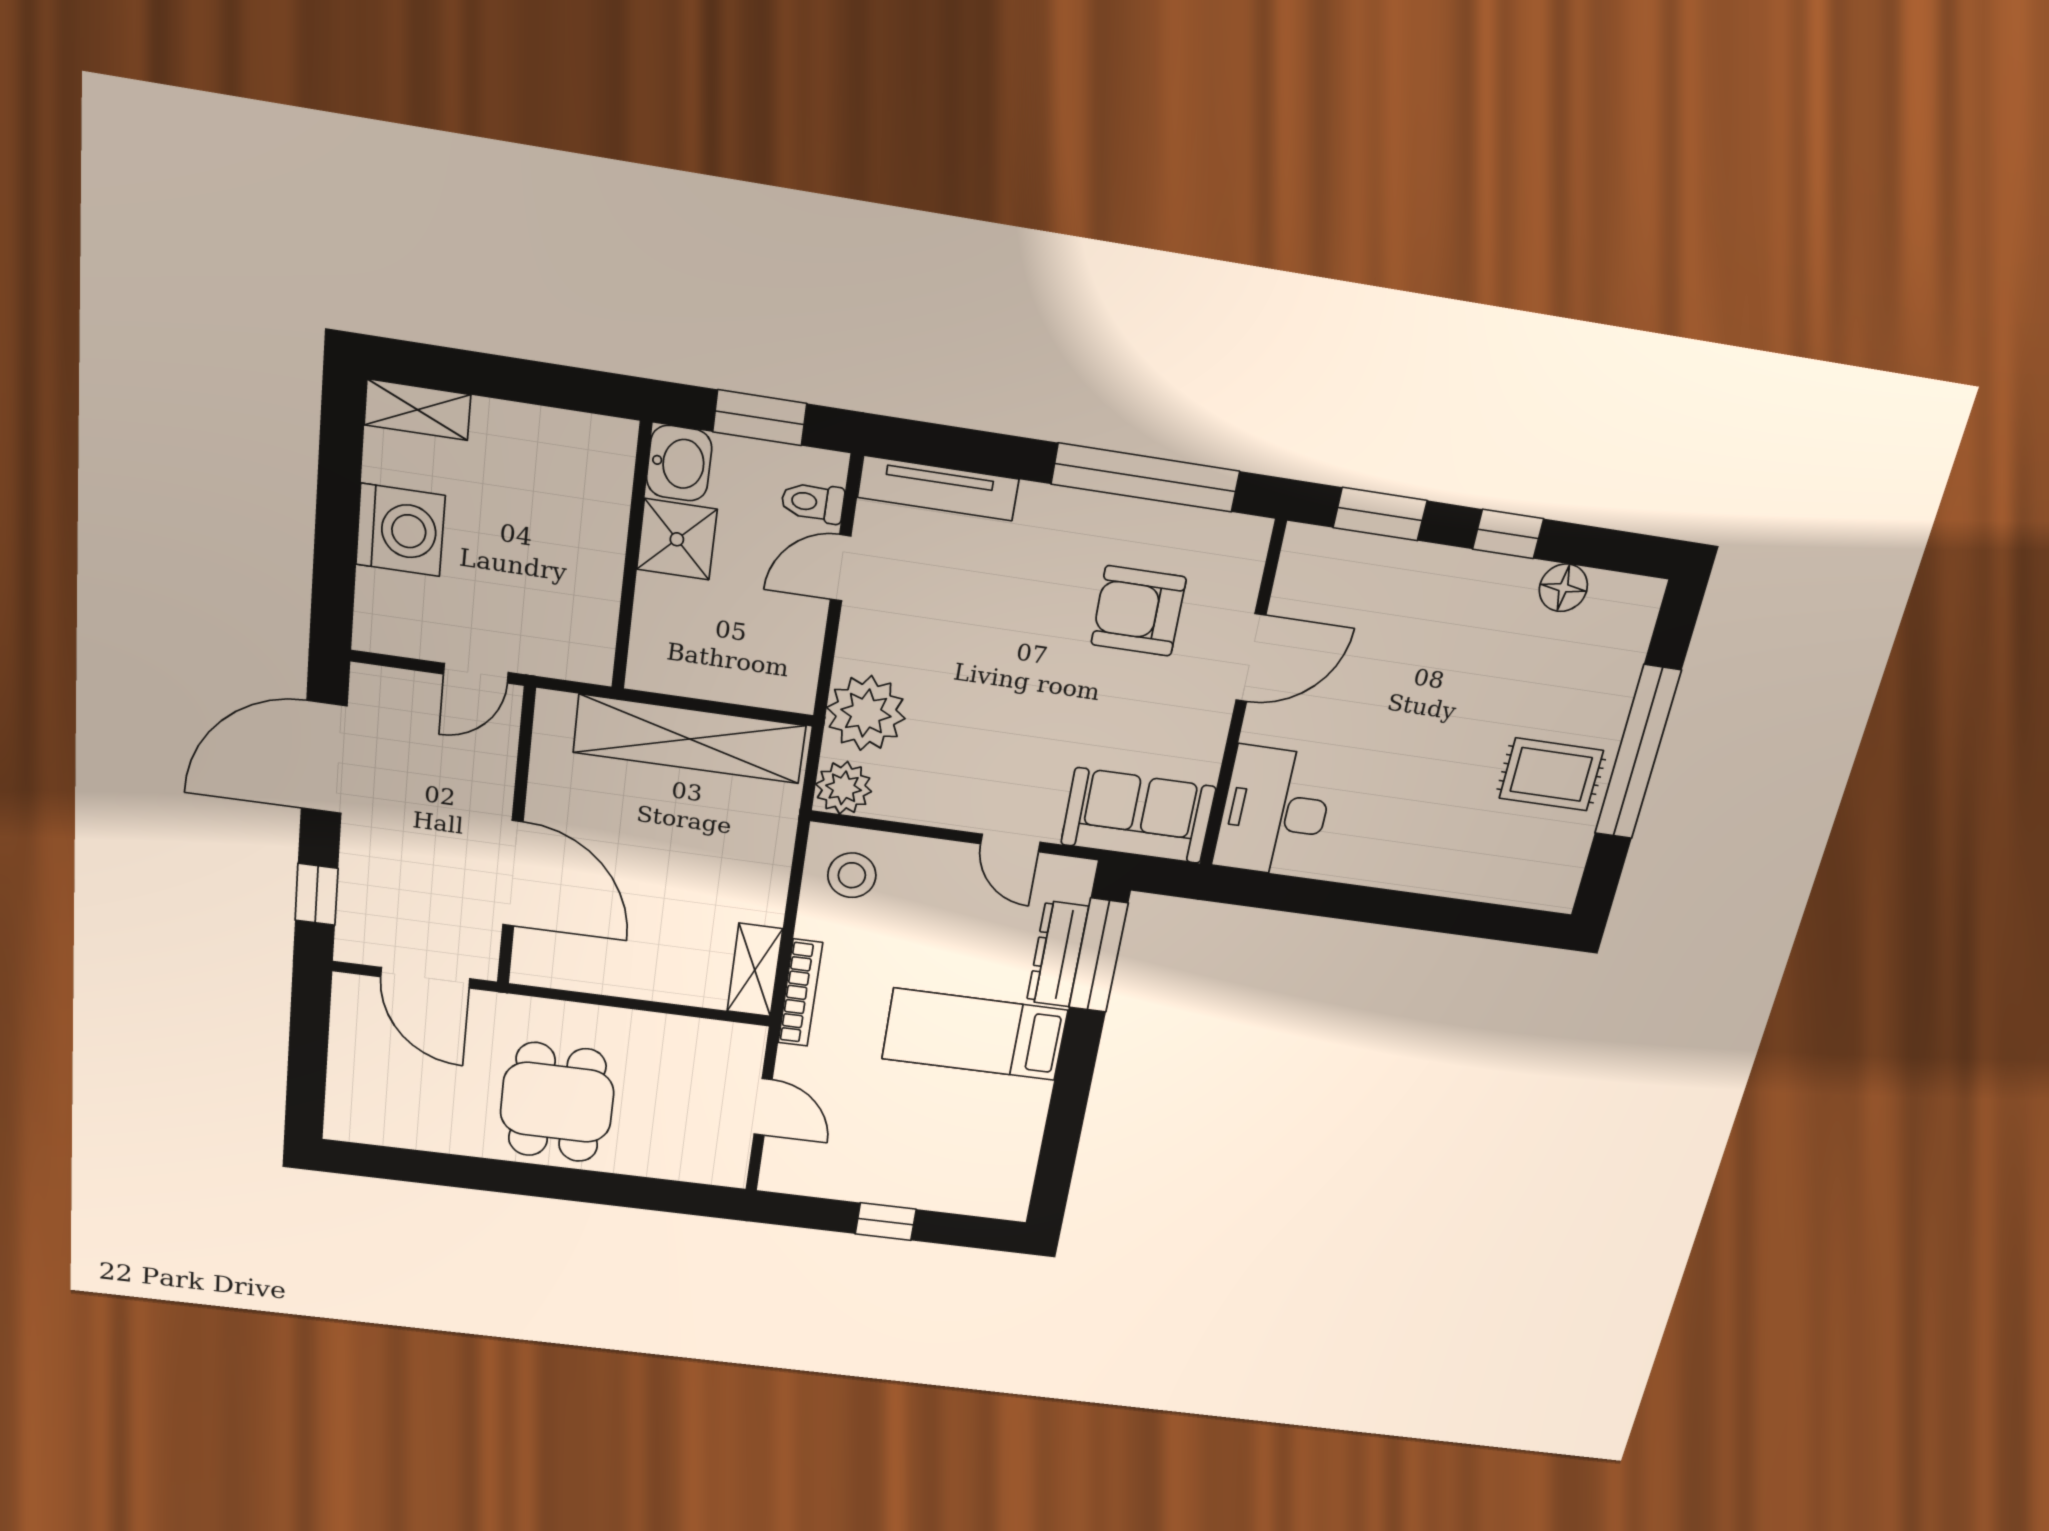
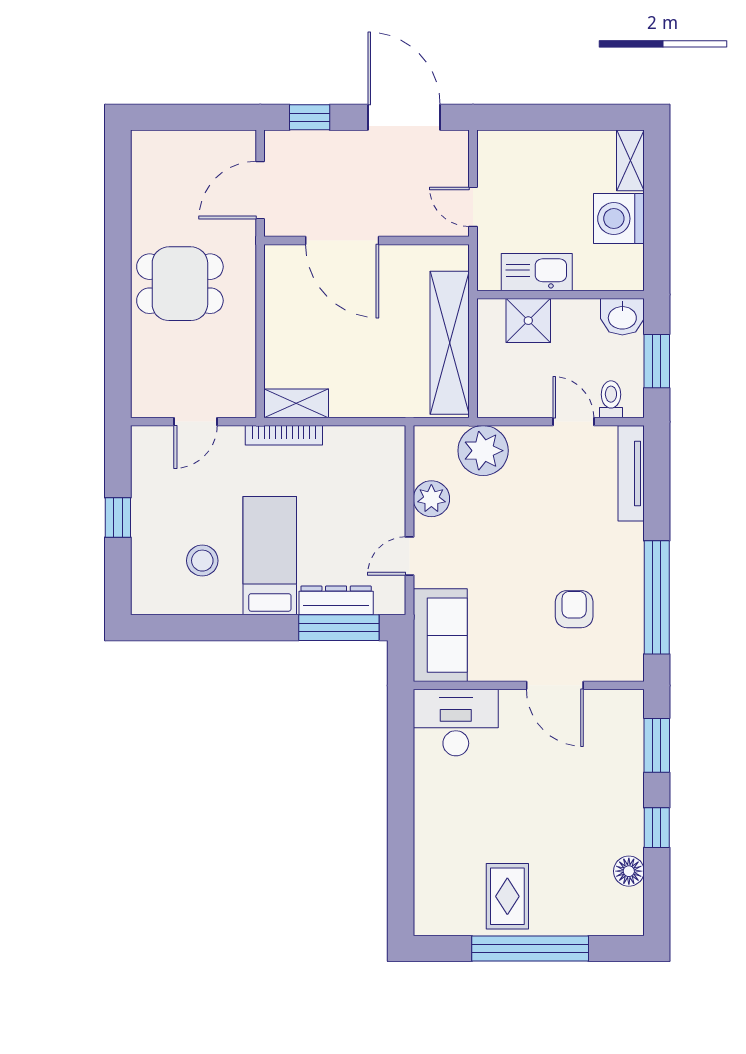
washing machine: (400, 530) -> (619, 219), moved, turned 90
shower: (677, 539) -> (528, 321), moved
kitchen sink: (591, 590) -> (537, 272), added
armchair: (1139, 611) -> (574, 609), width x0.72, depth x0.72
plant: (844, 788) -> (431, 499), moved
door: (513, 874) -> (342, 241), hinge flipped
stool: (852, 875) -> (202, 561), moved

